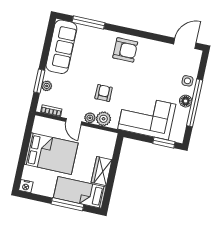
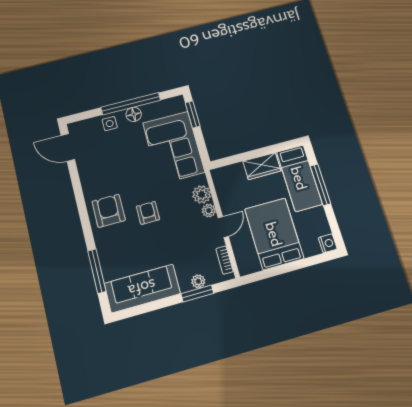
armchair: (104, 93) -> (148, 213), moved, turned 90

